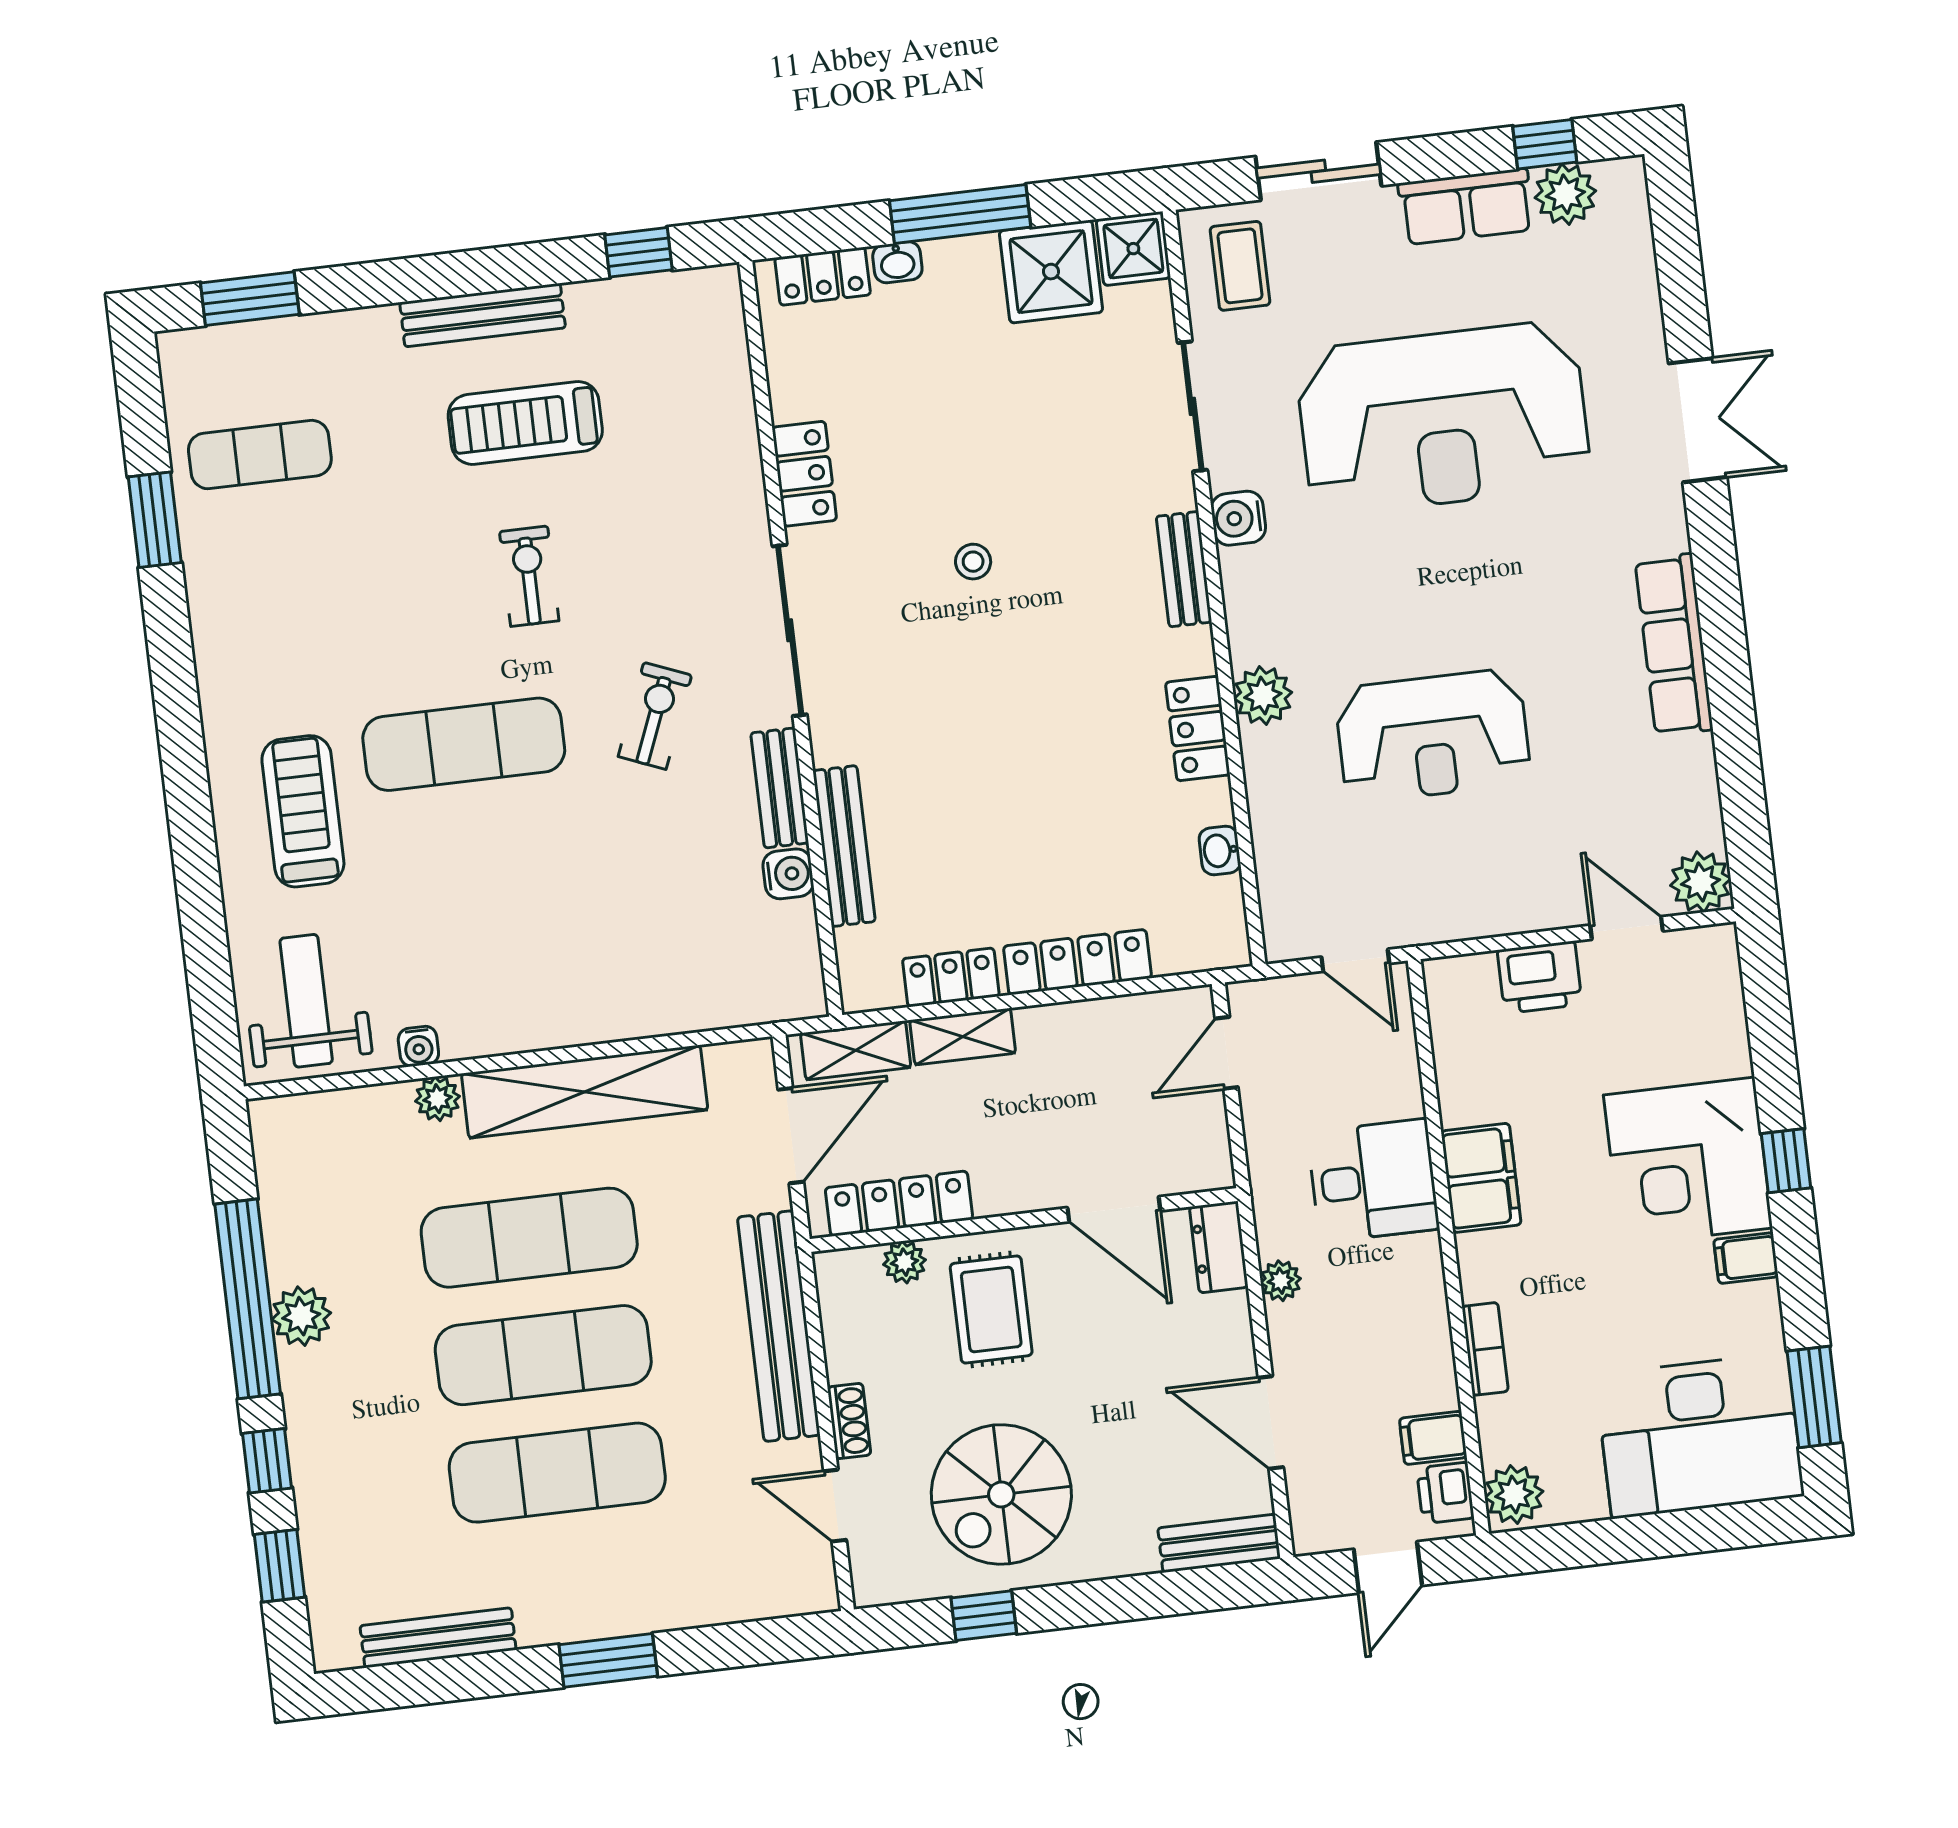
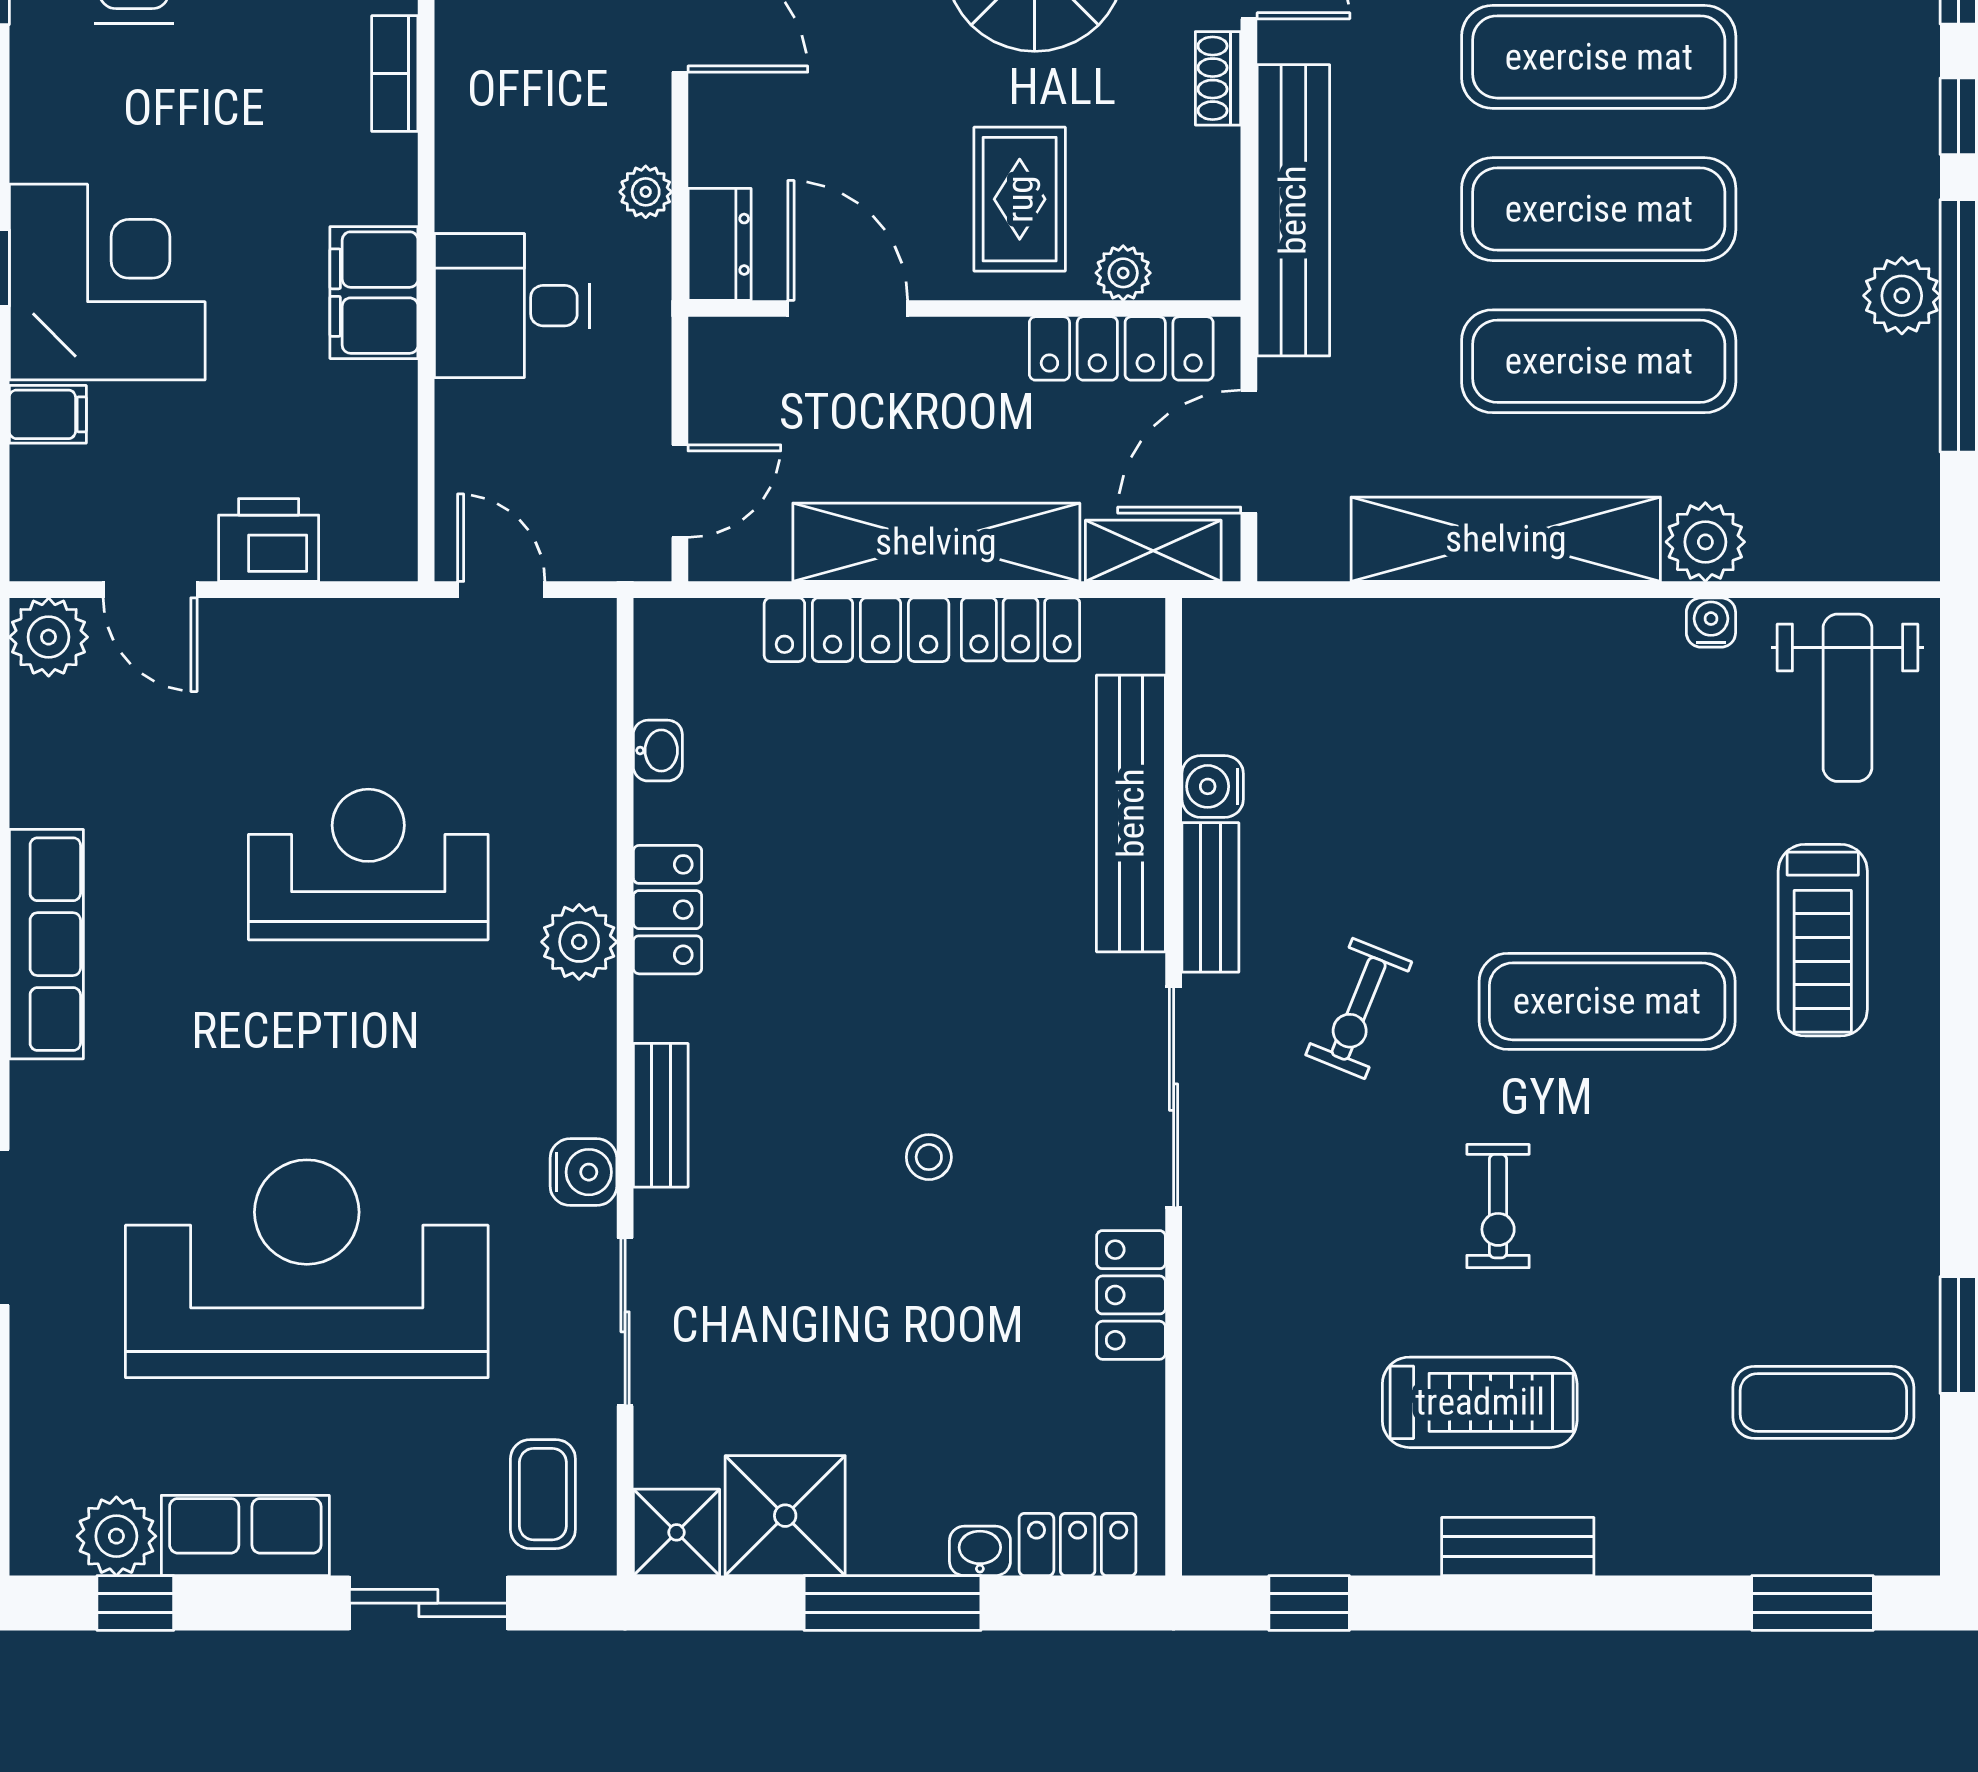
bench: (483, 315) -> (1518, 1547), width x0.73
bench: (844, 846) -> (1131, 813), width x1.37, depth x1.21
shelving: (963, 1037) -> (936, 542), width x2.20, depth x1.33
plant: (438, 1099) -> (1705, 542), width x1.38, depth x1.38
filing cabinet: (1746, 1258) -> (48, 414), moved

